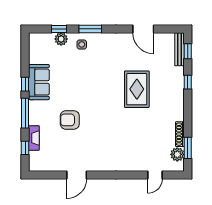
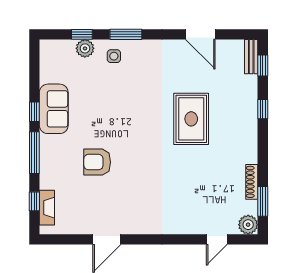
bench: (180, 49) -> (251, 57), width x0.73
fireplace: (34, 138) -> (47, 208), moved
plant: (177, 154) -> (248, 225), moved

